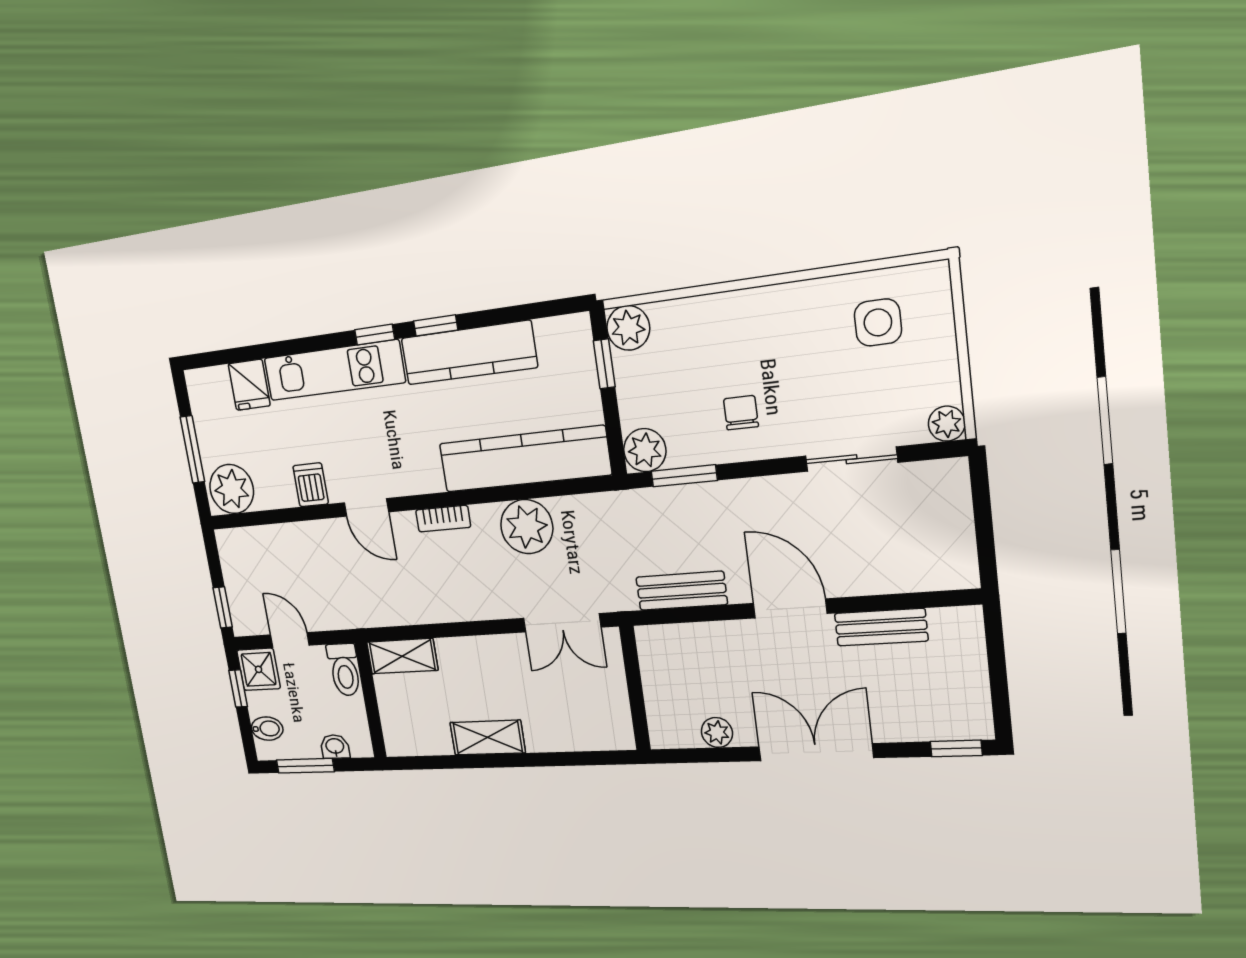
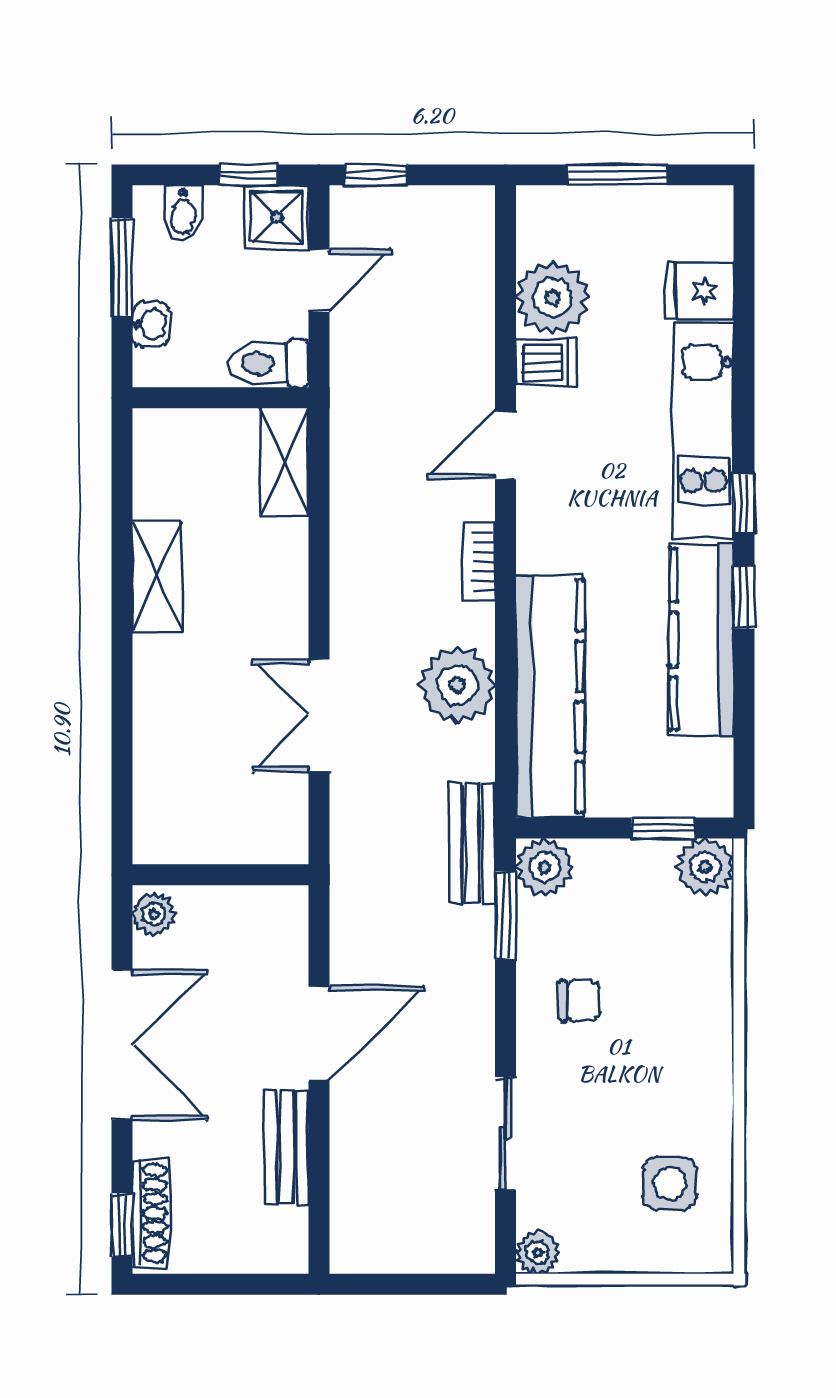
plant: (232, 489) -> (553, 297), moved
bench: (681, 591) -> (472, 843), moved
wall: (635, 688) -> (220, 875), moved
shoe rack: (944, 727) -> (151, 1213), added

